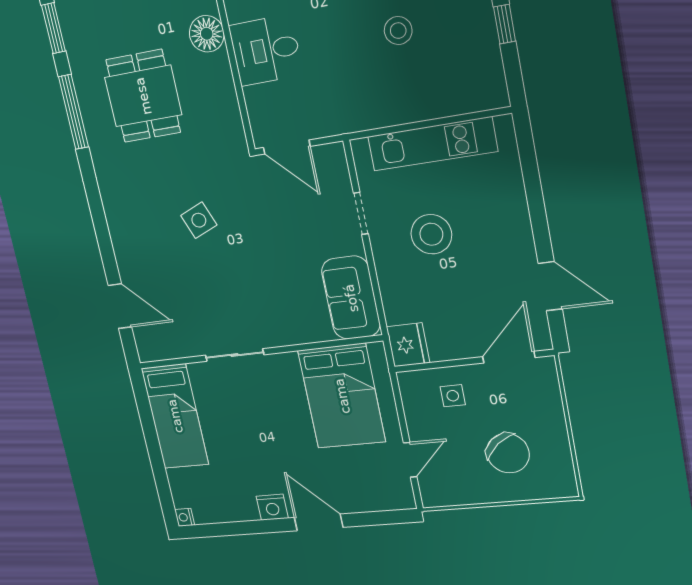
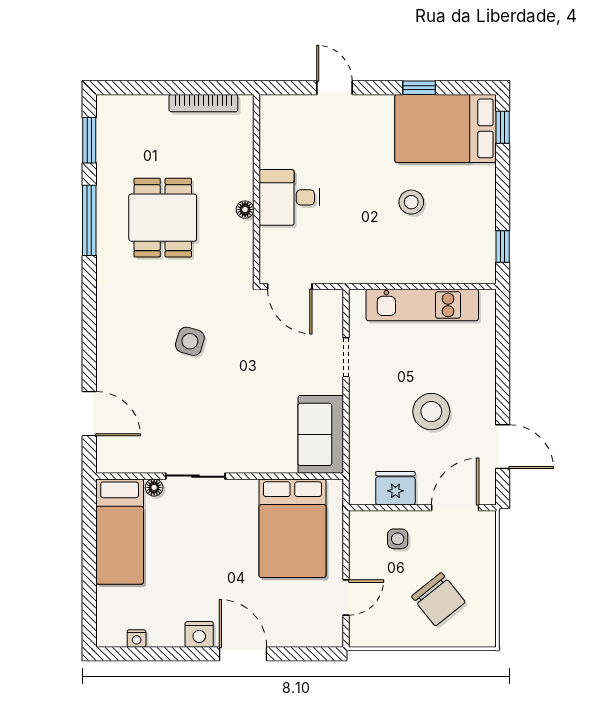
window: (505, 24) -> (503, 247), moved
floor lamp: (207, 34) -> (245, 210), moved, width x0.53, depth x0.53
side table: (199, 220) -> (190, 341), turned 38
stool: (431, 234) -> (431, 412), moved
fridge: (408, 345) -> (395, 488), moved, turned -90
floor lamp: (197, 371) -> (154, 487), added
nightstand: (185, 517) -> (137, 638), moved, turned -90

